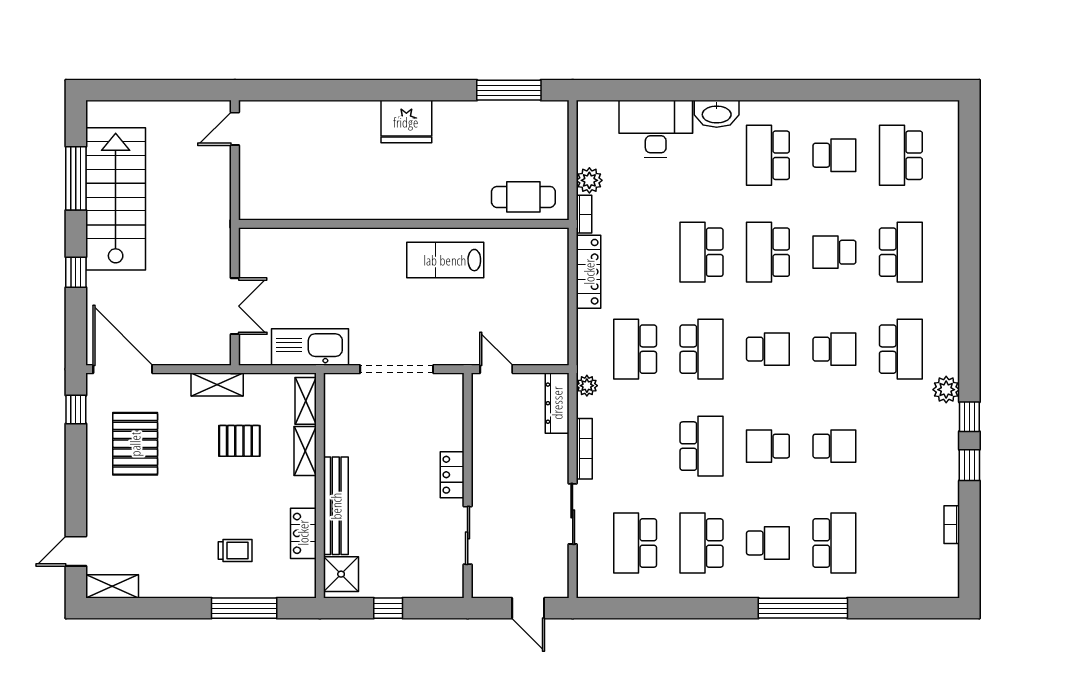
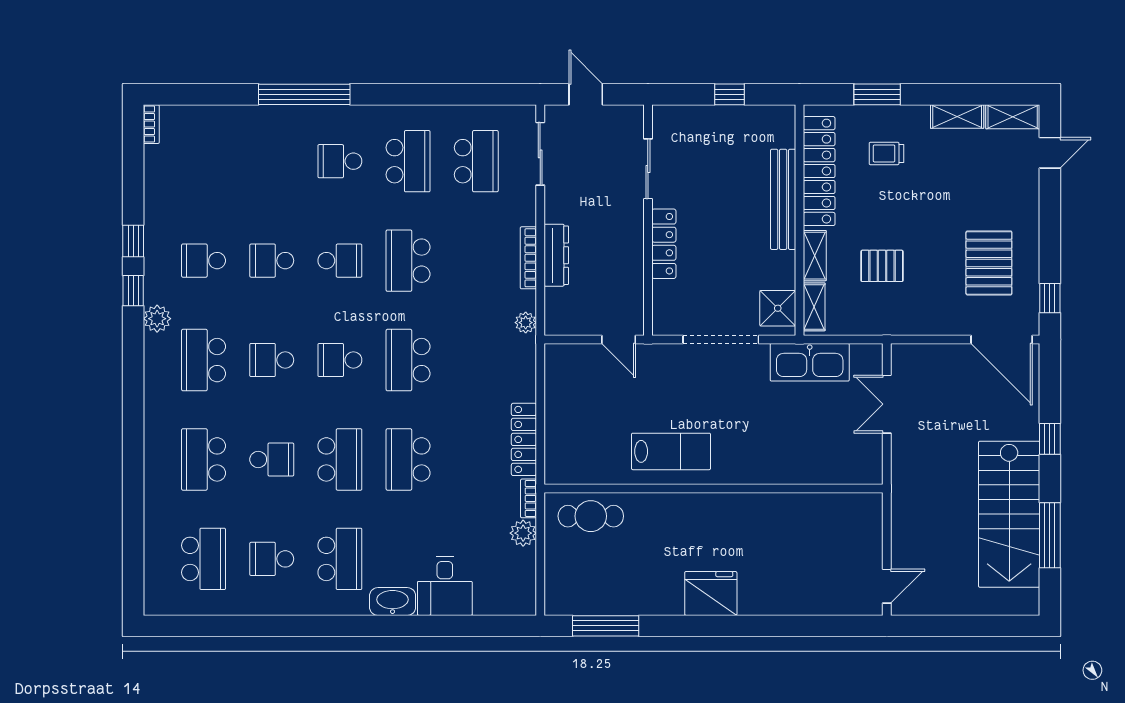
desk: (656, 129) -> (445, 586), width x0.73
school desk: (702, 252) -> (408, 459), turned 180
school desk: (635, 349) -> (476, 360), removed
shelving: (217, 385) -> (957, 117), moved
dresser: (557, 403) -> (556, 255), moved
locker: (452, 475) -> (664, 244), width x1.53
sliding door: (573, 514) -> (540, 154), moved
bookcase: (952, 525) -> (151, 124), moved
locker: (303, 533) -> (819, 171), width x2.16, depth x1.21
school desk: (834, 543) -> (204, 261), moved, width x0.54
shower: (341, 574) -> (778, 308), moved
window: (244, 608) -> (877, 94), width x0.69

